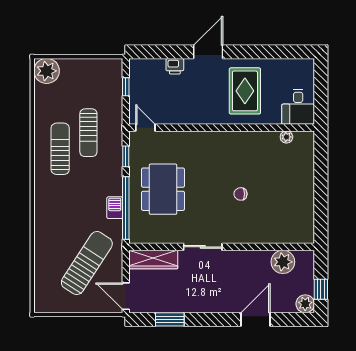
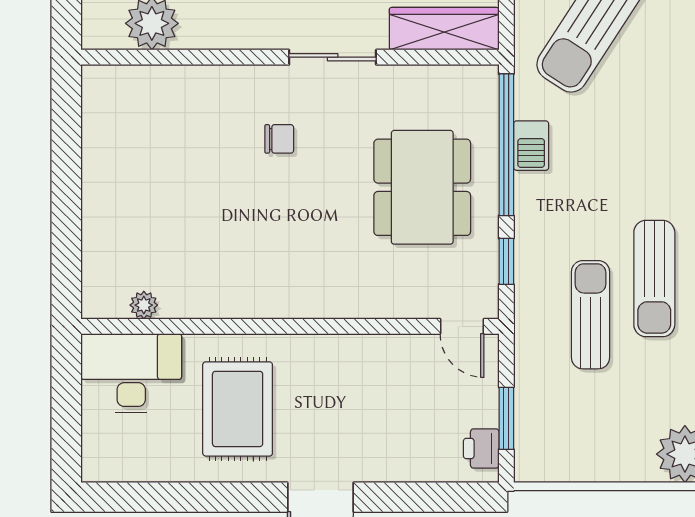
printer: (175, 66) -> (481, 448), moved, turned -90
window: (126, 87) -> (506, 418), width x1.50
desk: (298, 107) -> (131, 373), width x1.37
chair: (241, 194) -> (279, 139), moved

